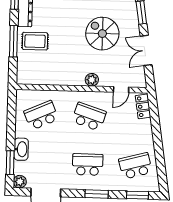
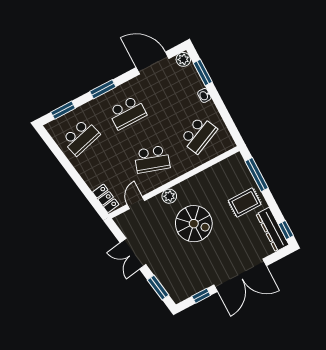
spiral stairs: (102, 34) -> (194, 224), moved
window: (14, 41) -> (257, 175), moved
double door: (146, 50) -> (133, 254), swing flipped
washbasin: (21, 149) -> (204, 95), width x0.52, depth x0.69

